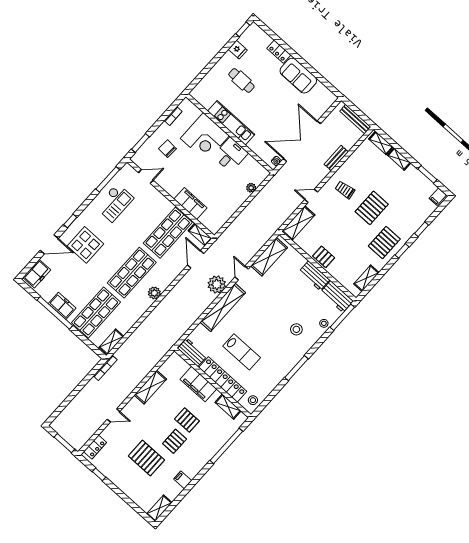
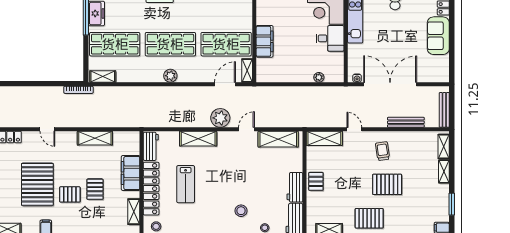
bench: (336, 158) -> (406, 122), width x1.36
shelving: (223, 307) -> (198, 139), width x0.68
pallet: (146, 458) -> (37, 184), width x1.37, depth x1.41

